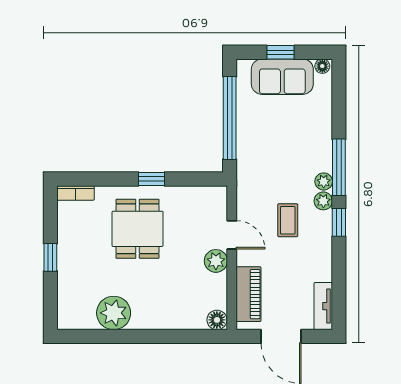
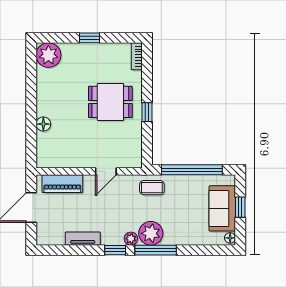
plant: (324, 181) -> (151, 233), width x1.87, depth x1.87
coffee table: (288, 220) -> (152, 188), moved
plant: (216, 261) -> (87, 160), removed
tv unit: (323, 306) -> (83, 239), moved
plant: (114, 313) -> (48, 55), moved
floor lamp: (217, 320) -> (43, 124), moved

